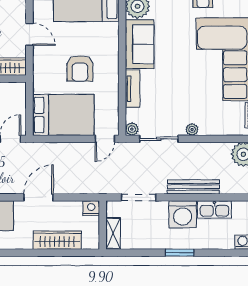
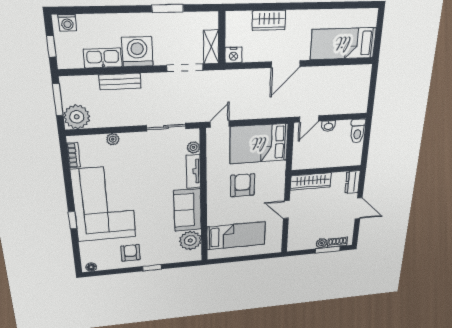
plant: (132, 129) -> (193, 147), moved
plant: (192, 129) -> (113, 139), moved
bench: (193, 187) -> (120, 81), width x0.73
shelving: (113, 233) -> (211, 47), moved
wardrobe: (57, 240) -> (269, 20), width x0.67
window: (180, 253) -> (168, 8), moved

